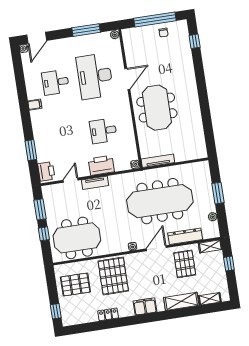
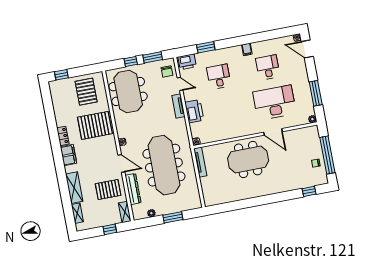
desk: (103, 131) -> (219, 77), moved
chair: (56, 194) -> (167, 71), added
locker: (108, 314) -> (63, 136), moved

